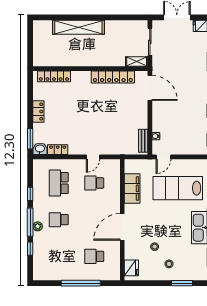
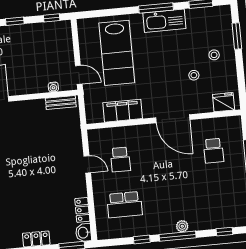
school desk: (59, 220) -> (171, 200), removed
window: (30, 249) -> (224, 232), moved

